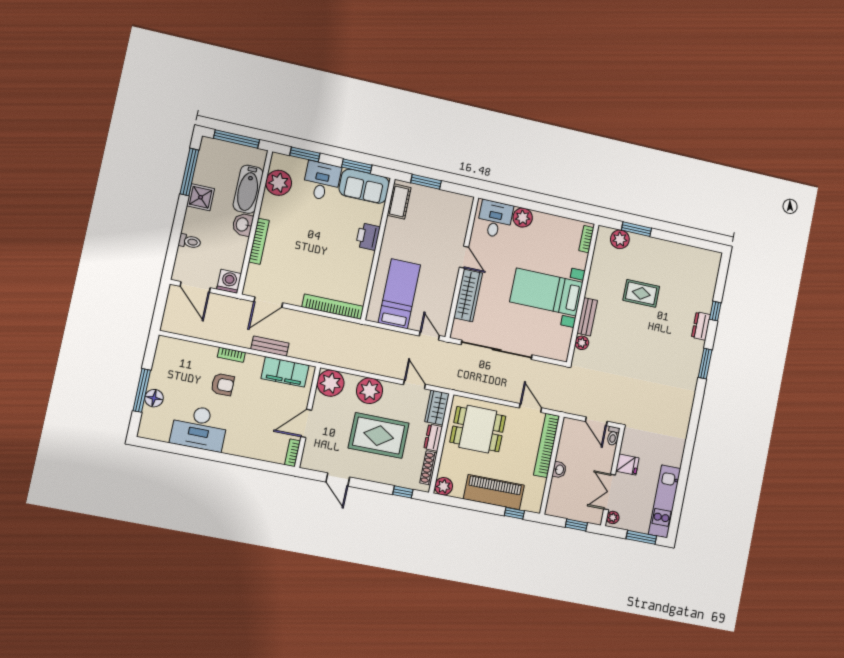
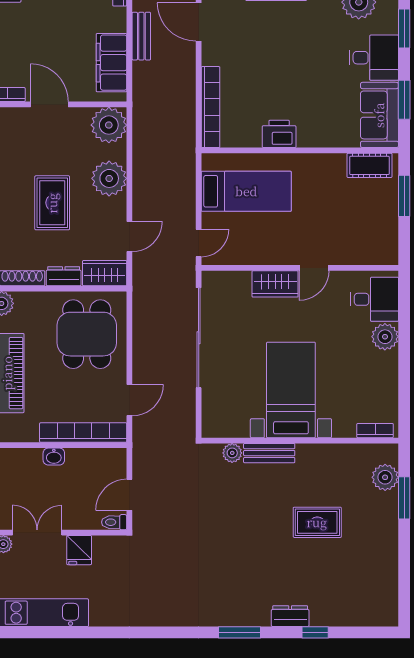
printer: (368, 237) -> (279, 134), moved
rug: (641, 293) -> (317, 522), turned 90
wardrobe: (468, 295) -> (275, 284), width x0.67
rug: (379, 436) -> (52, 203), width x0.73, depth x0.70

